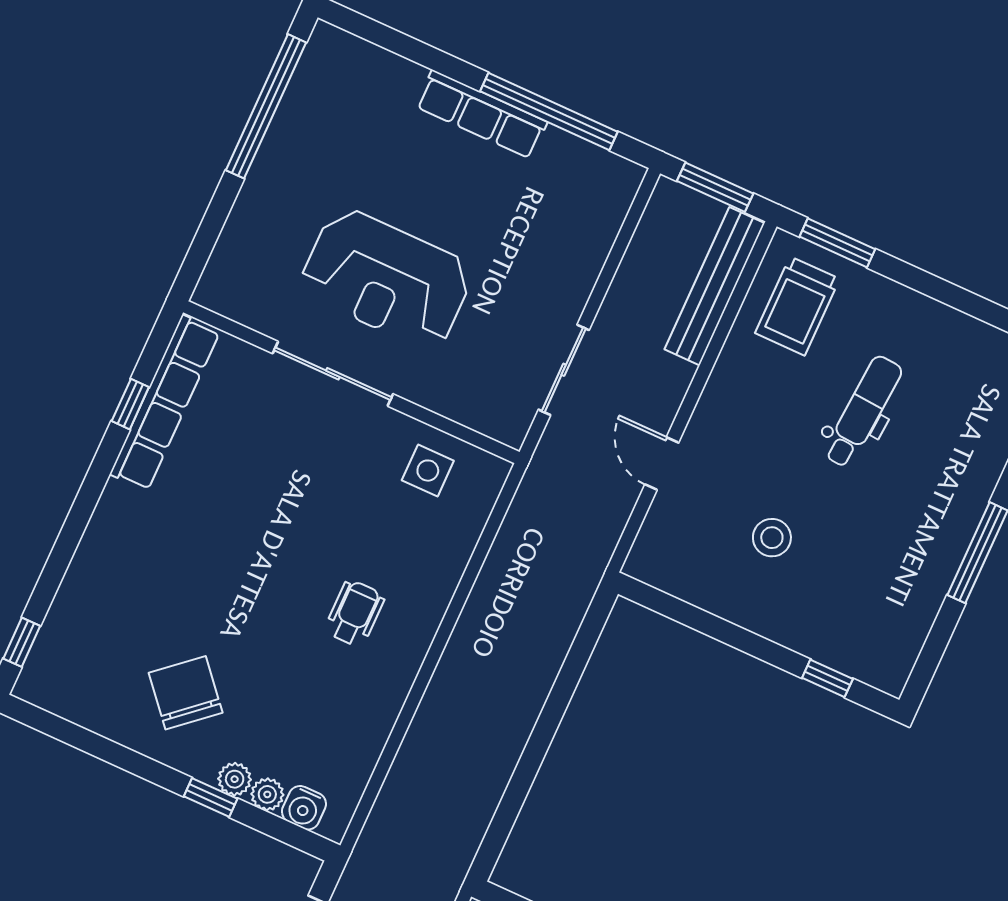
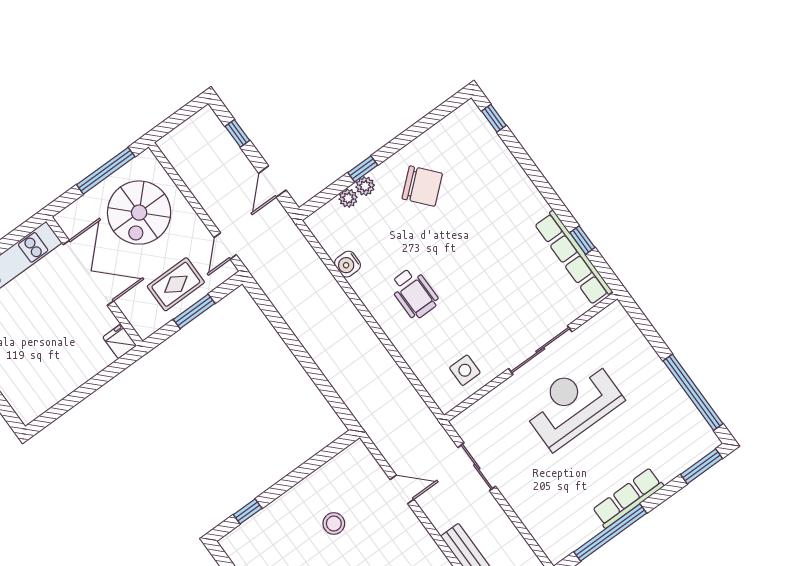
window: (371, 30) -> (701, 466), added
wheelchair: (355, 613) -> (414, 293), width x1.36, depth x1.37
water cooler: (304, 808) -> (348, 264), moved, turned -90

